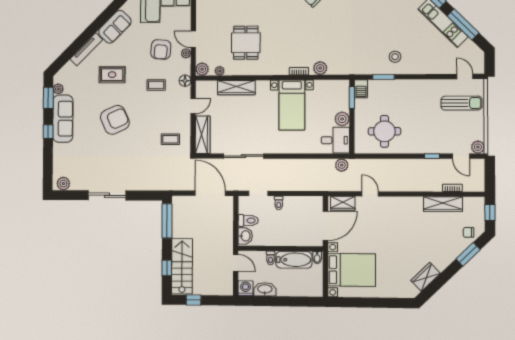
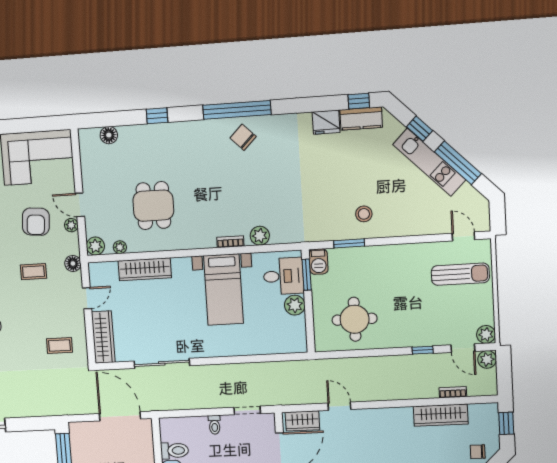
desk: (335, 140) -> (283, 276), moved
plant: (342, 165) -> (487, 359), moved
doorway: (258, 193) -> (247, 410), moved

